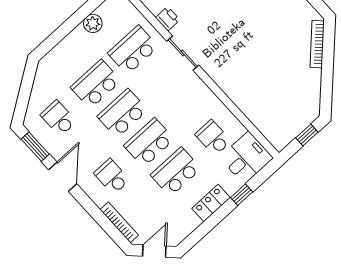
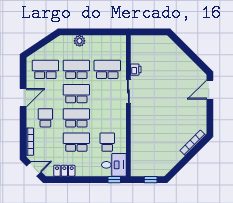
plant: (93, 23) -> (80, 41), moved
school desk: (58, 118) -> (45, 69), width x1.85
window: (35, 147) -> (23, 73), removed
window: (242, 195) -> (114, 180), moved
locker: (211, 203) -> (64, 171), moved

